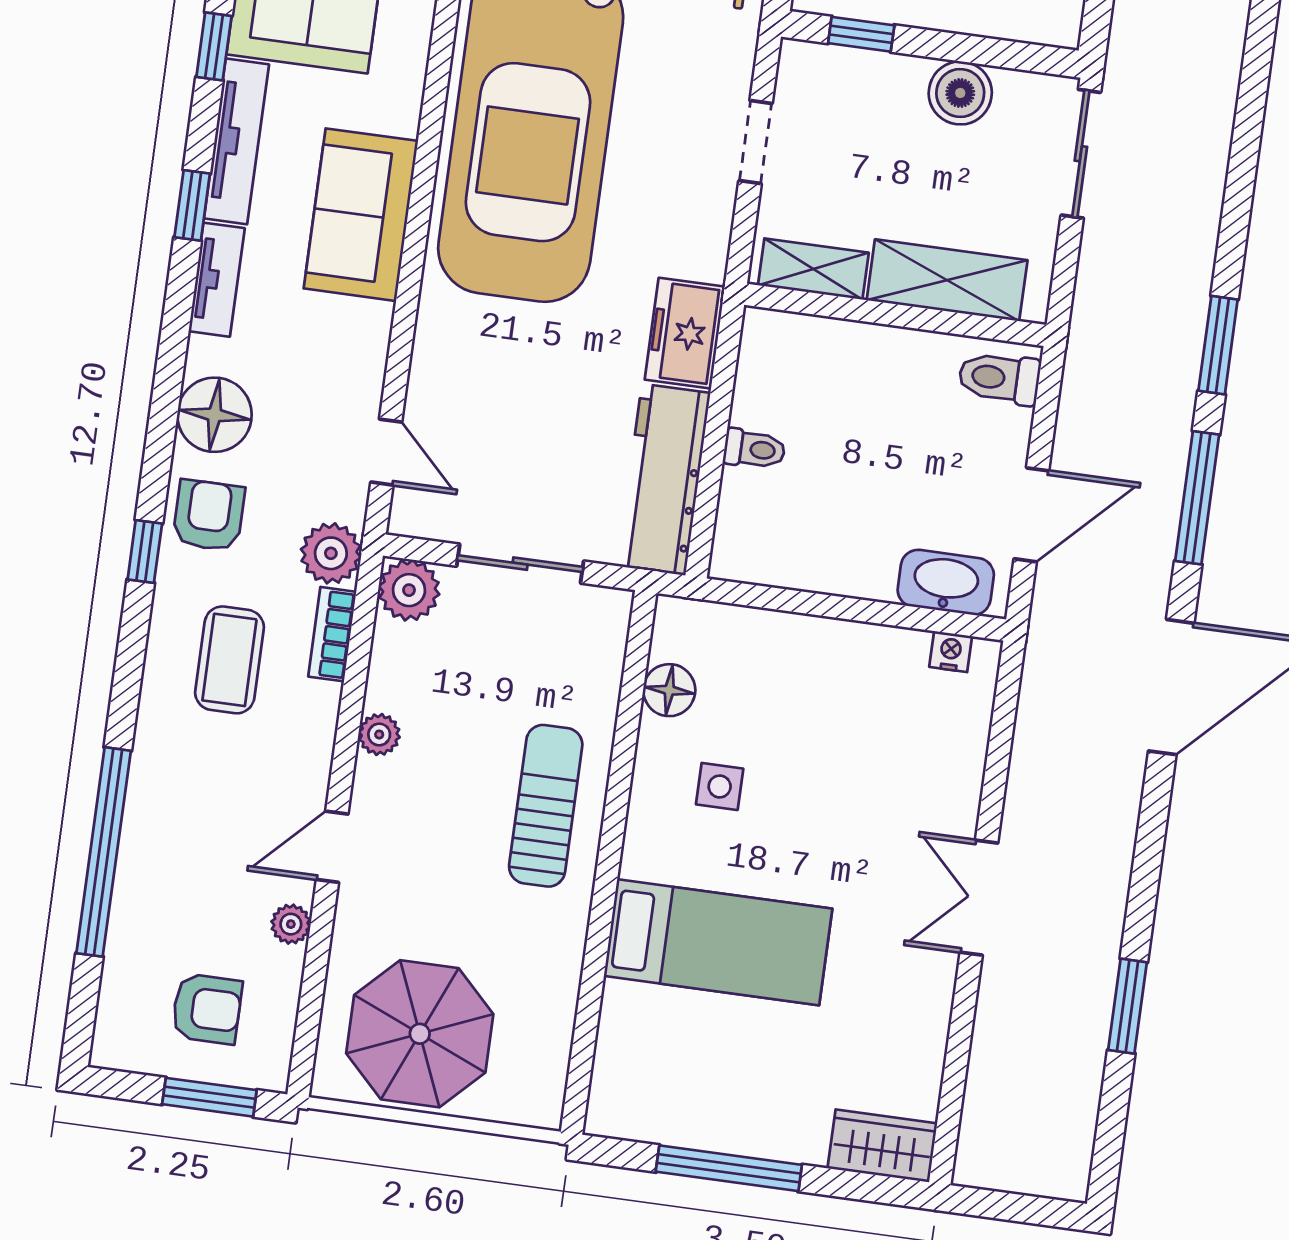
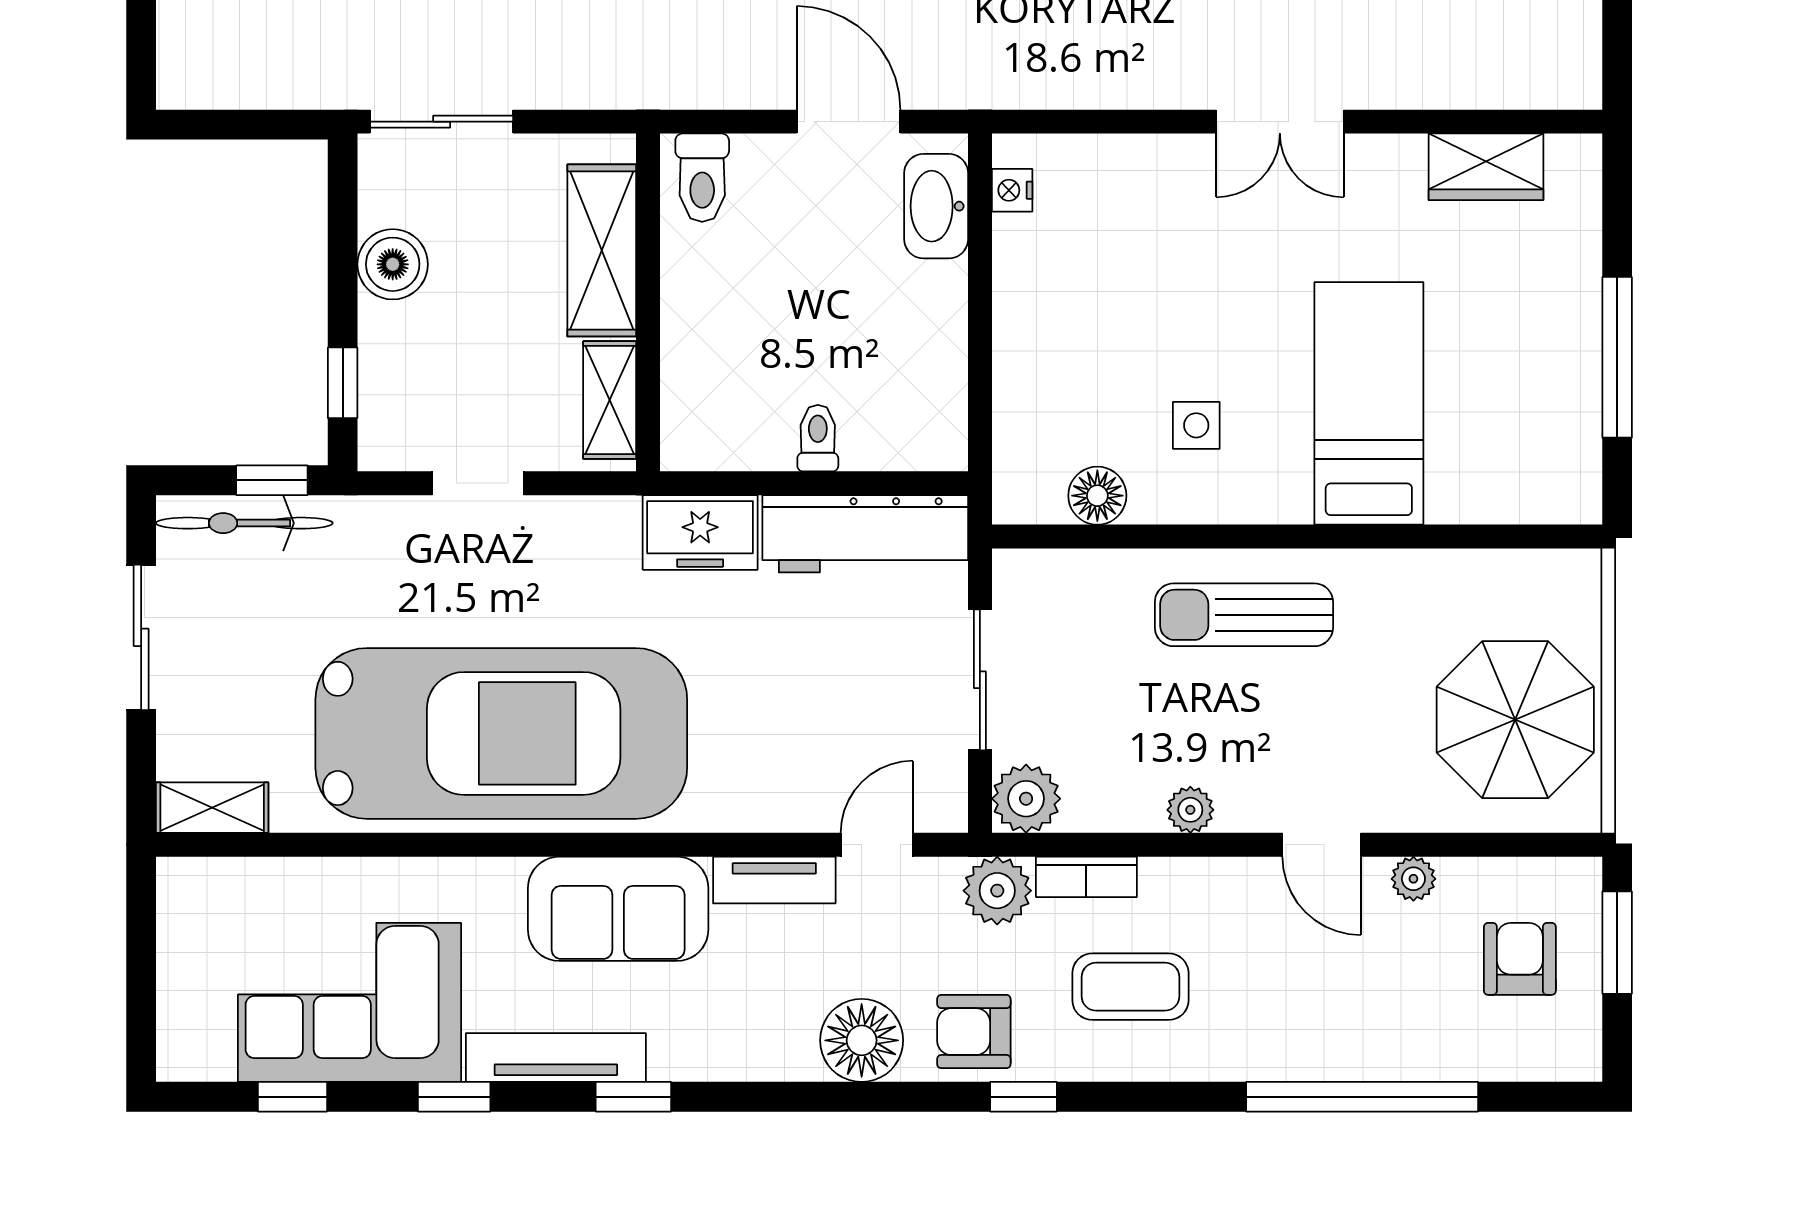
tv unit: (217, 280) -> (774, 880), moved, turned 180
wardrobe: (882, 1146) -> (1486, 167), moved, turned -90

